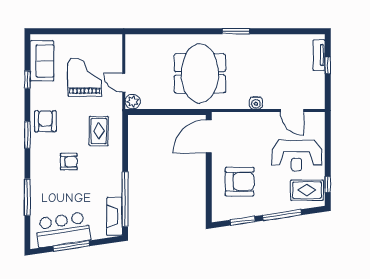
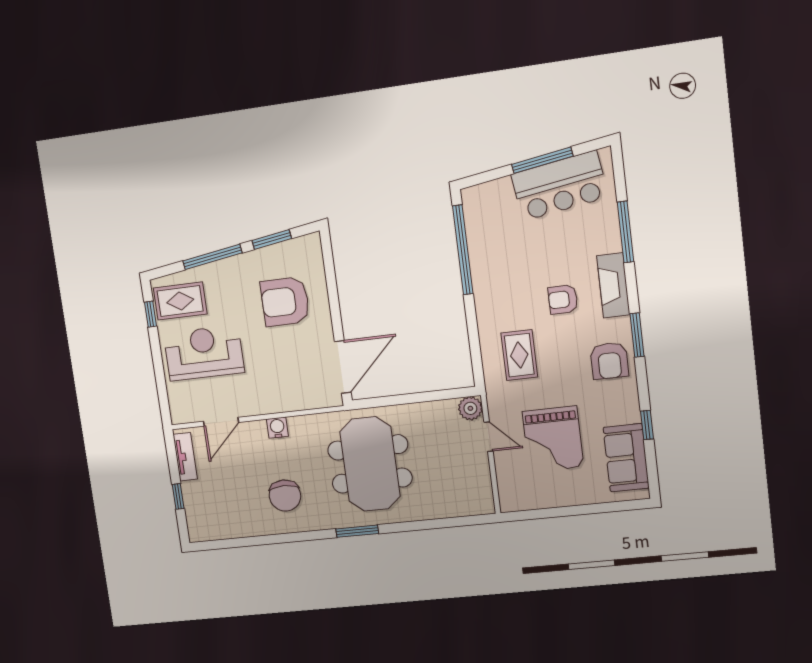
window: (236, 31) -> (357, 531), moved
tv unit: (319, 55) -> (185, 457), moved
chair: (257, 59) -> (285, 496), added
door: (292, 111) -> (221, 422), swing flipped
fireplace: (115, 216) -> (613, 285), moved, turned 180

